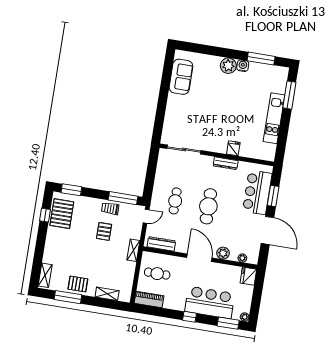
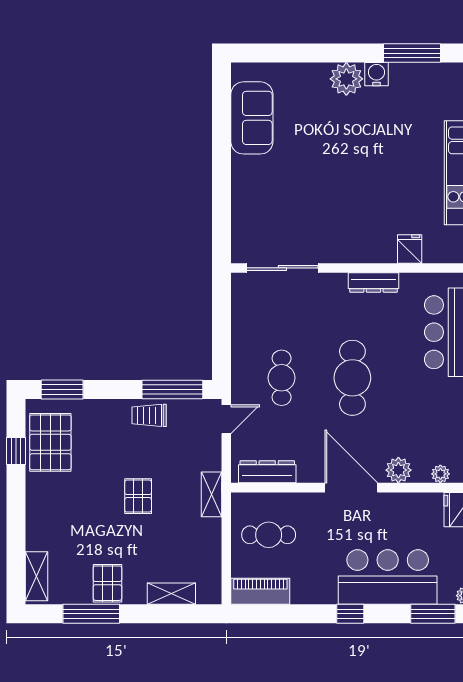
fridge: (233, 148) -> (410, 249), moved
pallet: (104, 231) -> (138, 496), moved
pallet: (78, 284) -> (107, 583), turned 90

